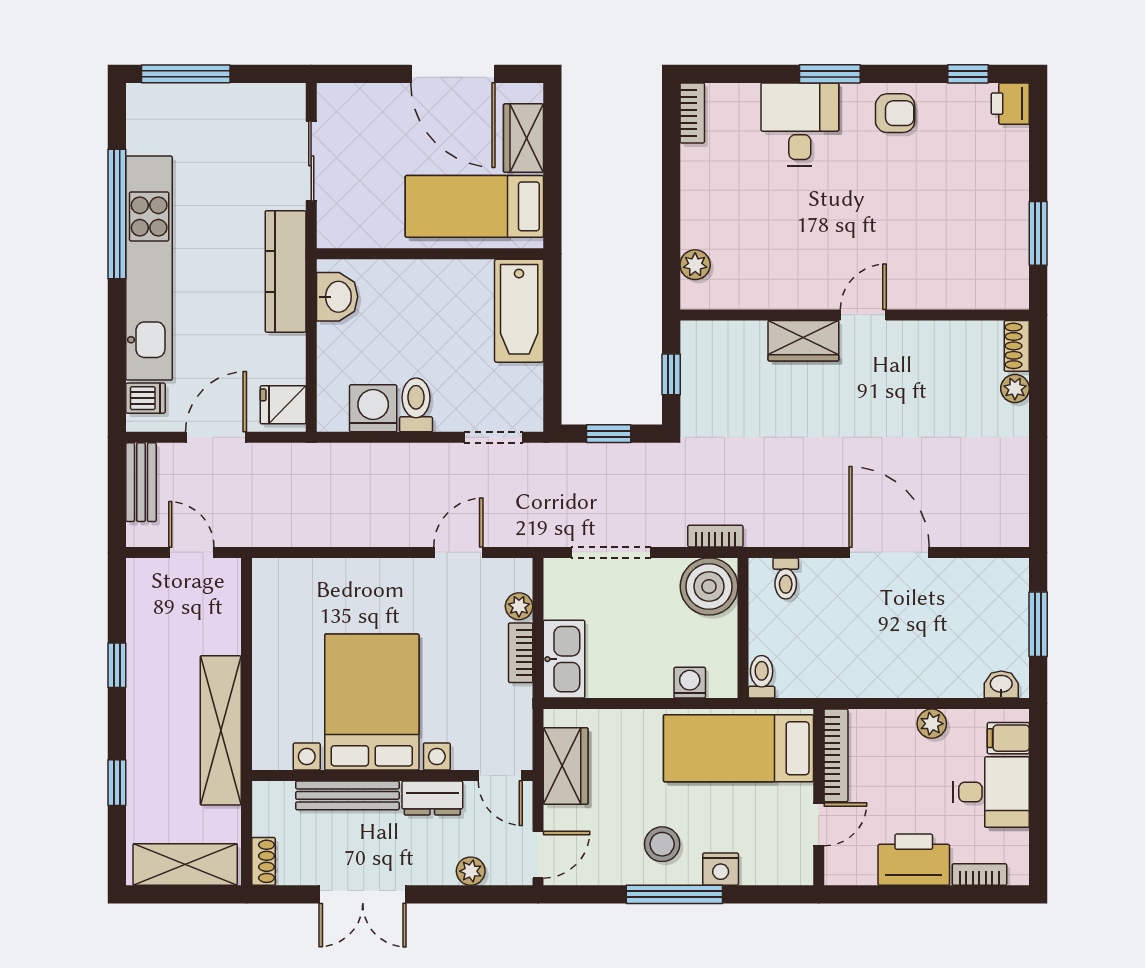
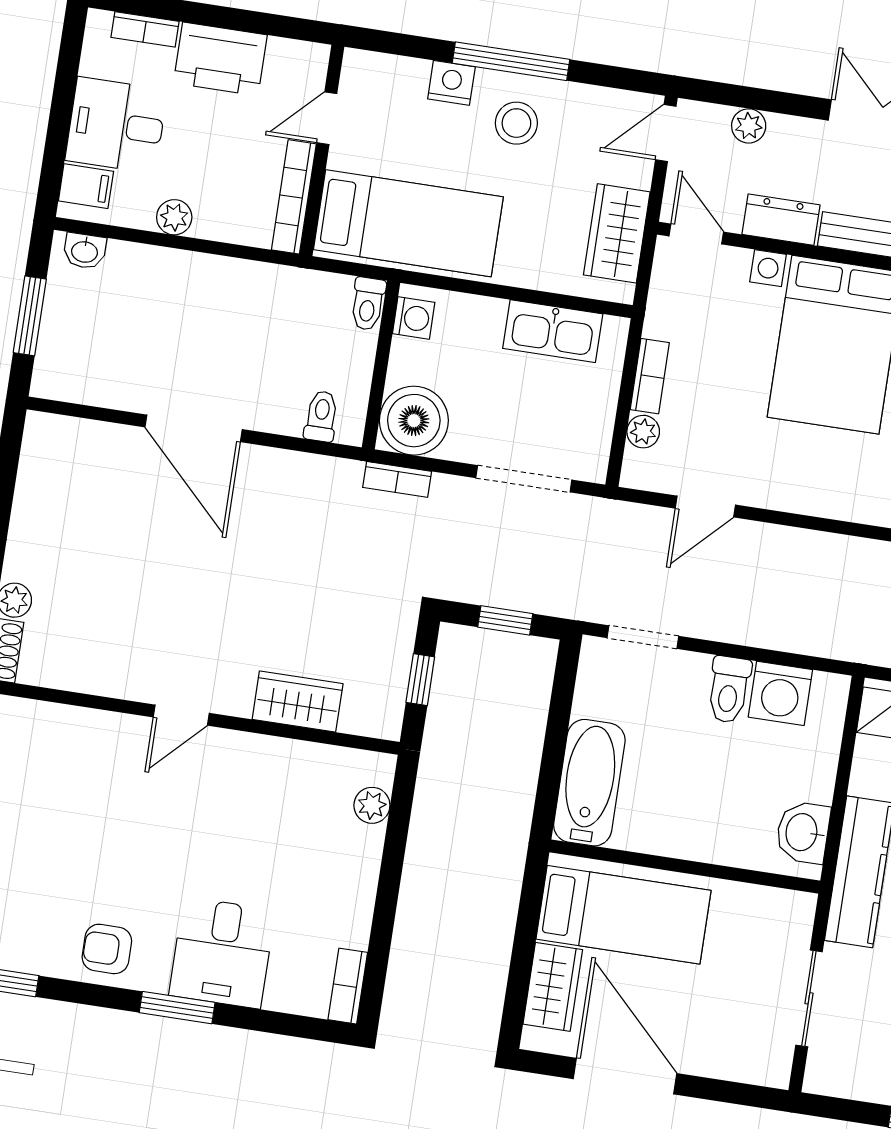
wardrobe: (803, 341) -> (298, 702), moved
kitchen sink: (564, 659) -> (553, 331), moved, turned -90
washing machine: (690, 683) -> (414, 318), moved, turned -90

